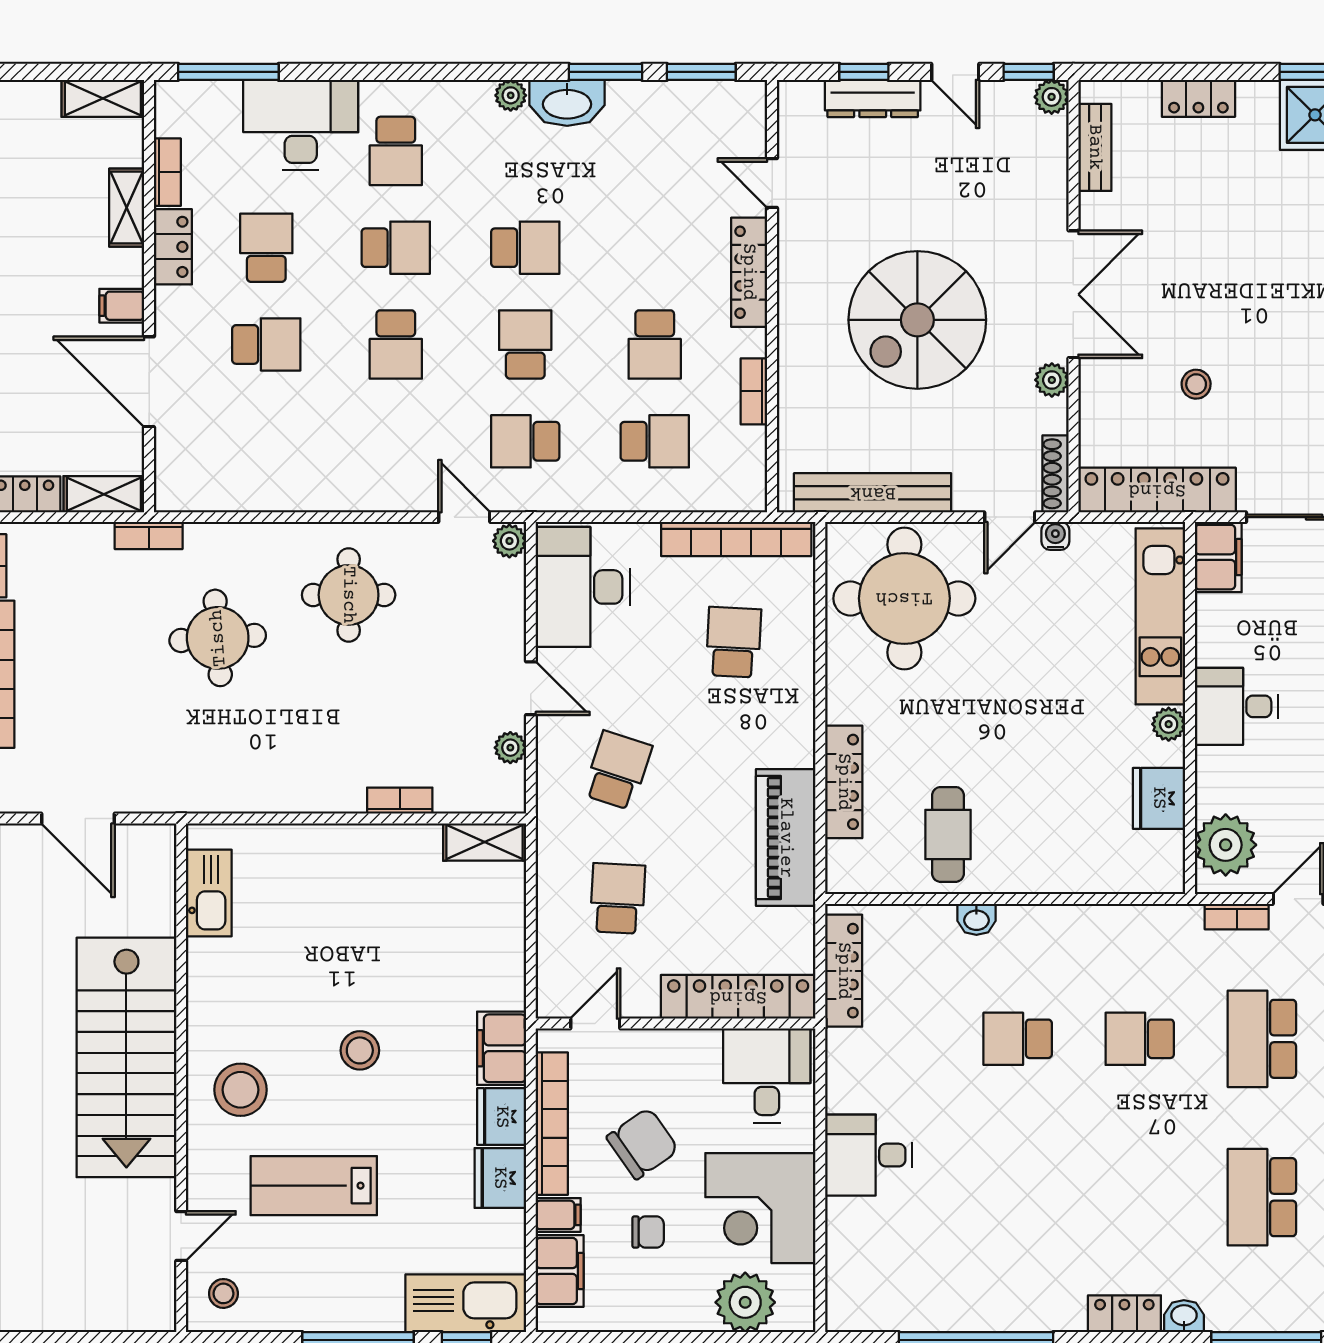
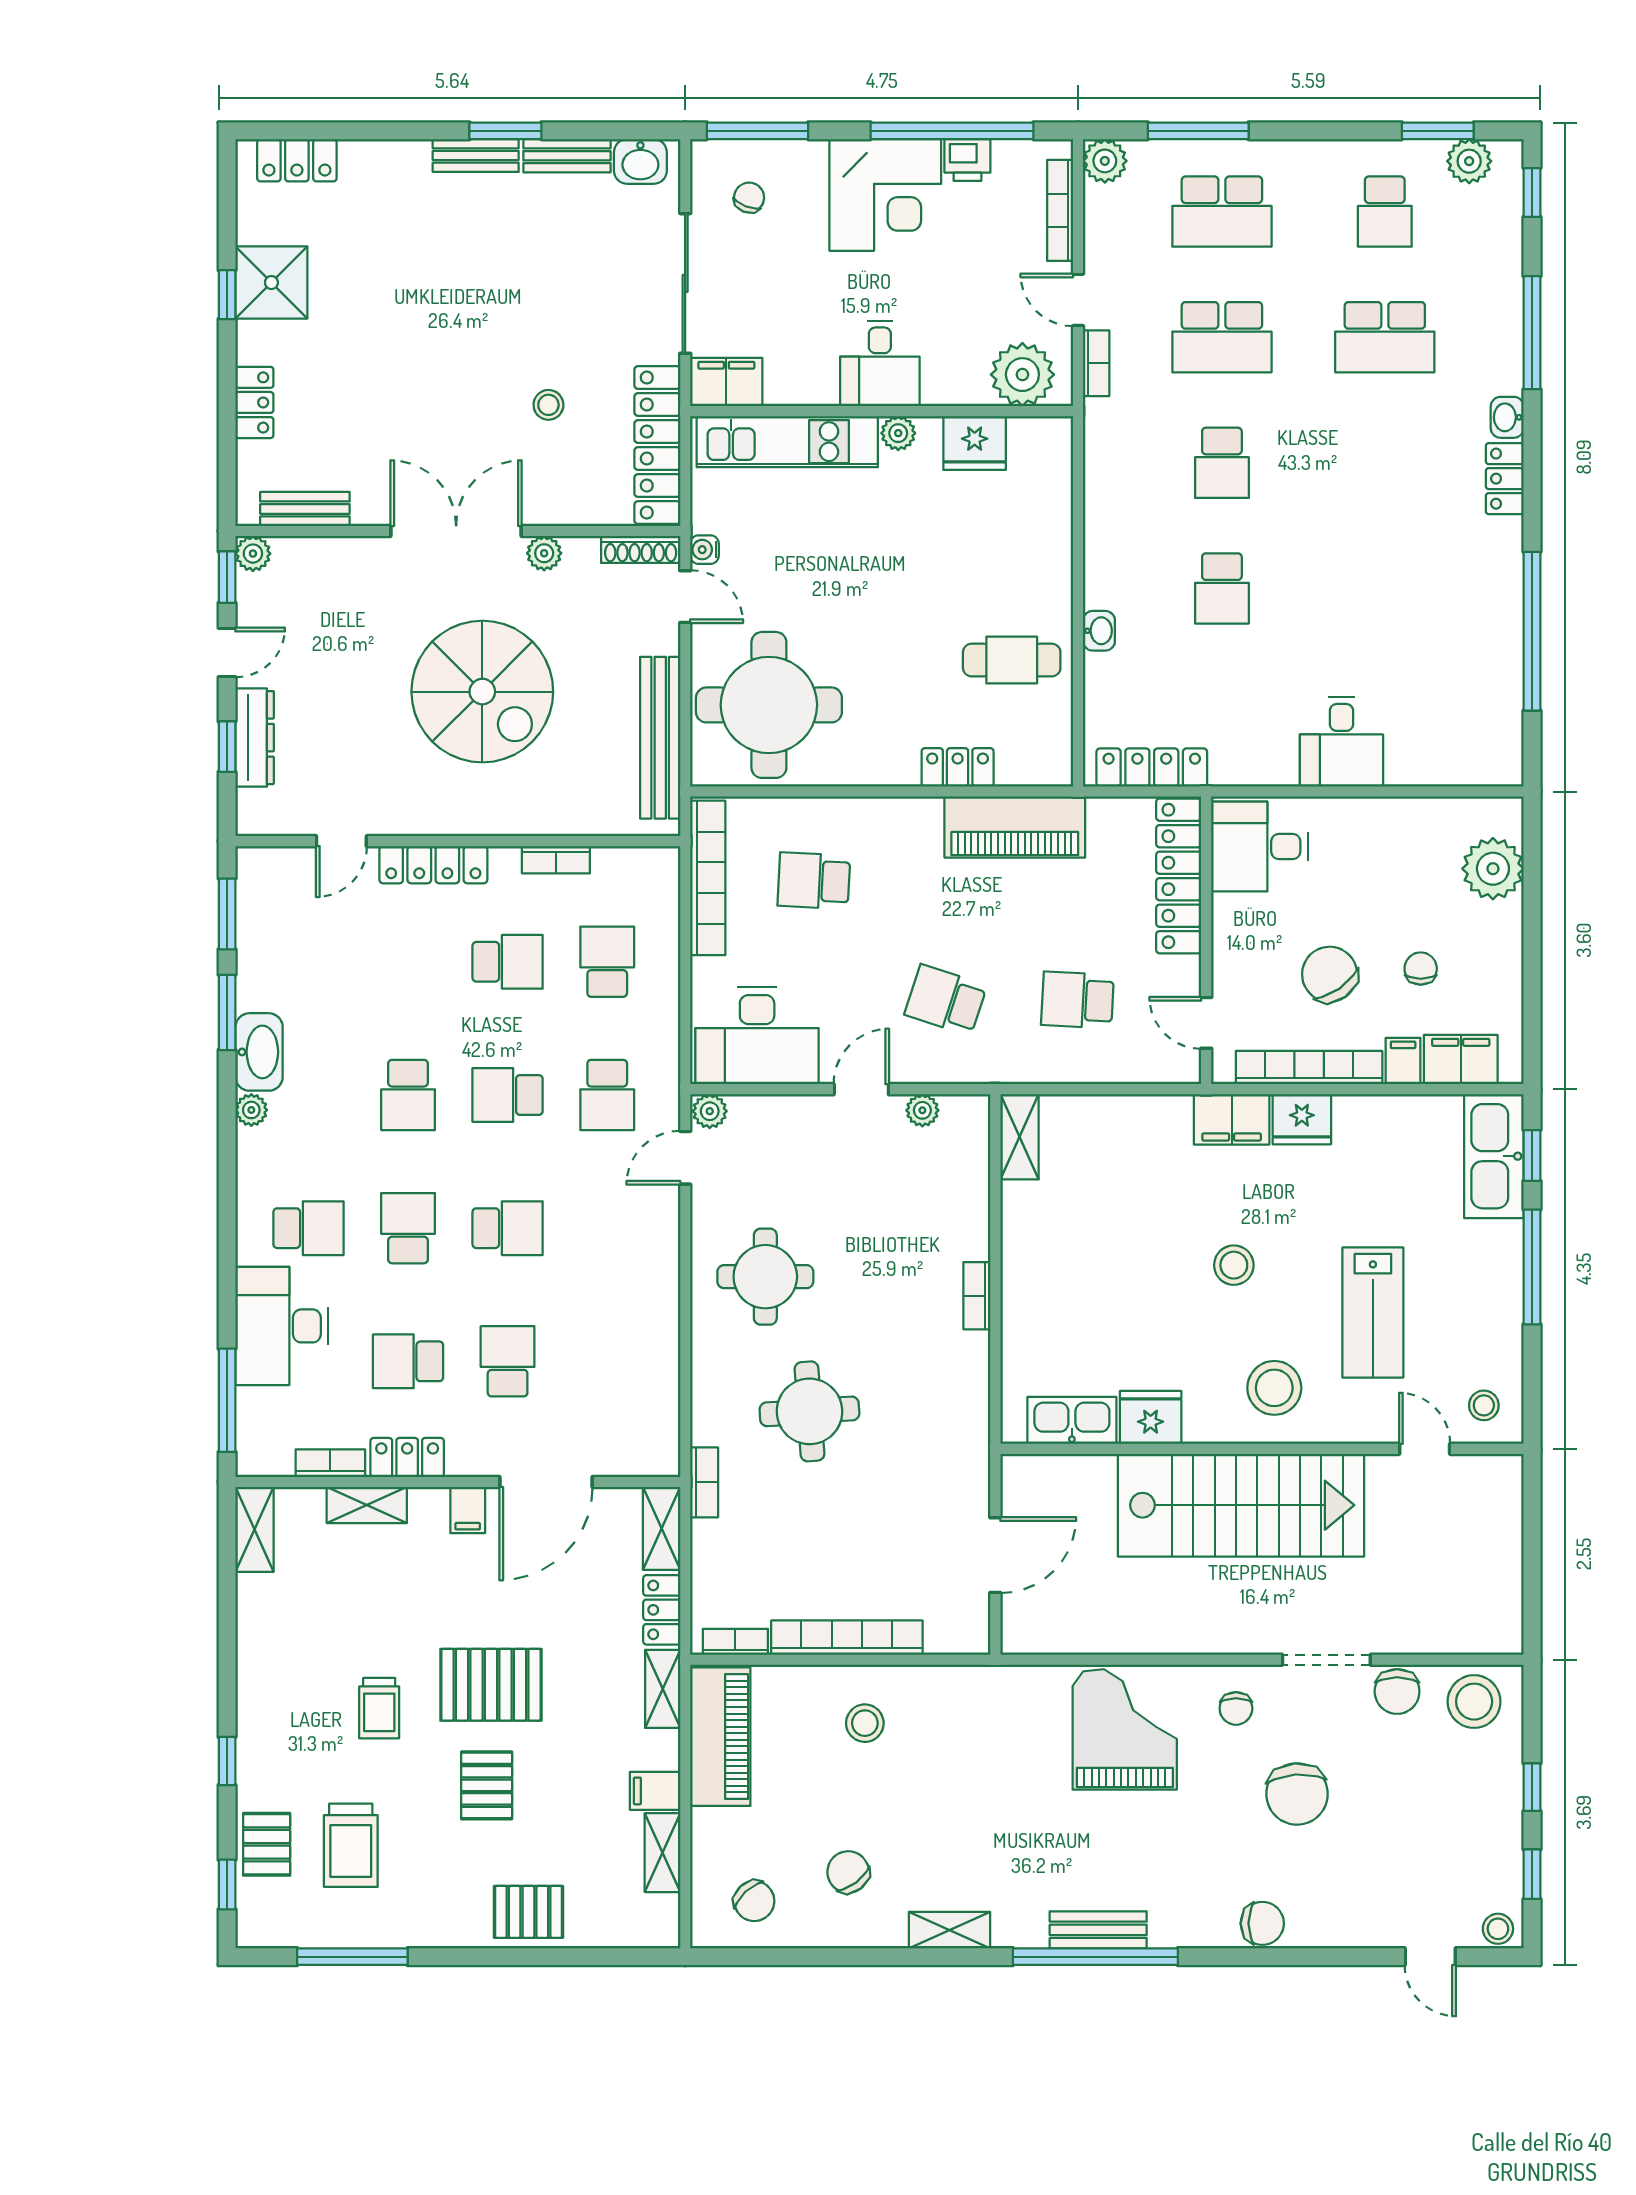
school desk: (525, 248) -> (408, 1095), turned 180
locker: (844, 782) -> (958, 767), width x0.66
bookcase: (400, 801) -> (977, 1296), moved
fridge: (500, 1178) -> (1151, 1417), moved, turned 180
corner desk: (760, 1208) -> (1396, 853), removed

